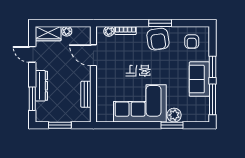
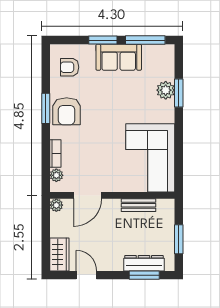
plant: (67, 31) -> (56, 205), moved
armchair: (158, 39) -> (67, 111), turned 98
armchair: (192, 41) -> (70, 67), turned 180
door: (32, 54) -> (86, 275), swing flipped
dresser: (41, 86) -> (144, 263), moved
corner sofa: (140, 103) -> (150, 158), moved

